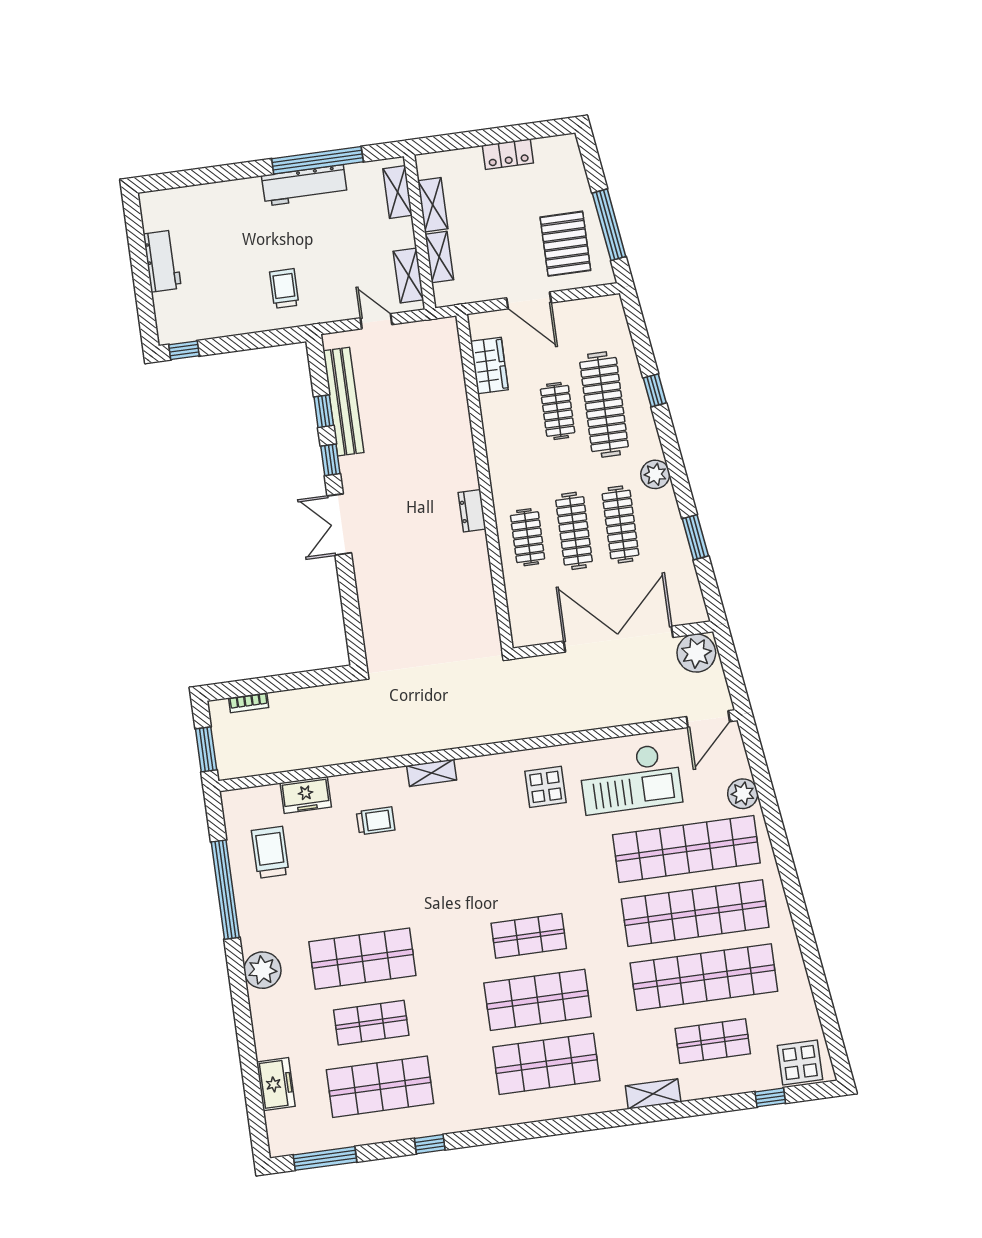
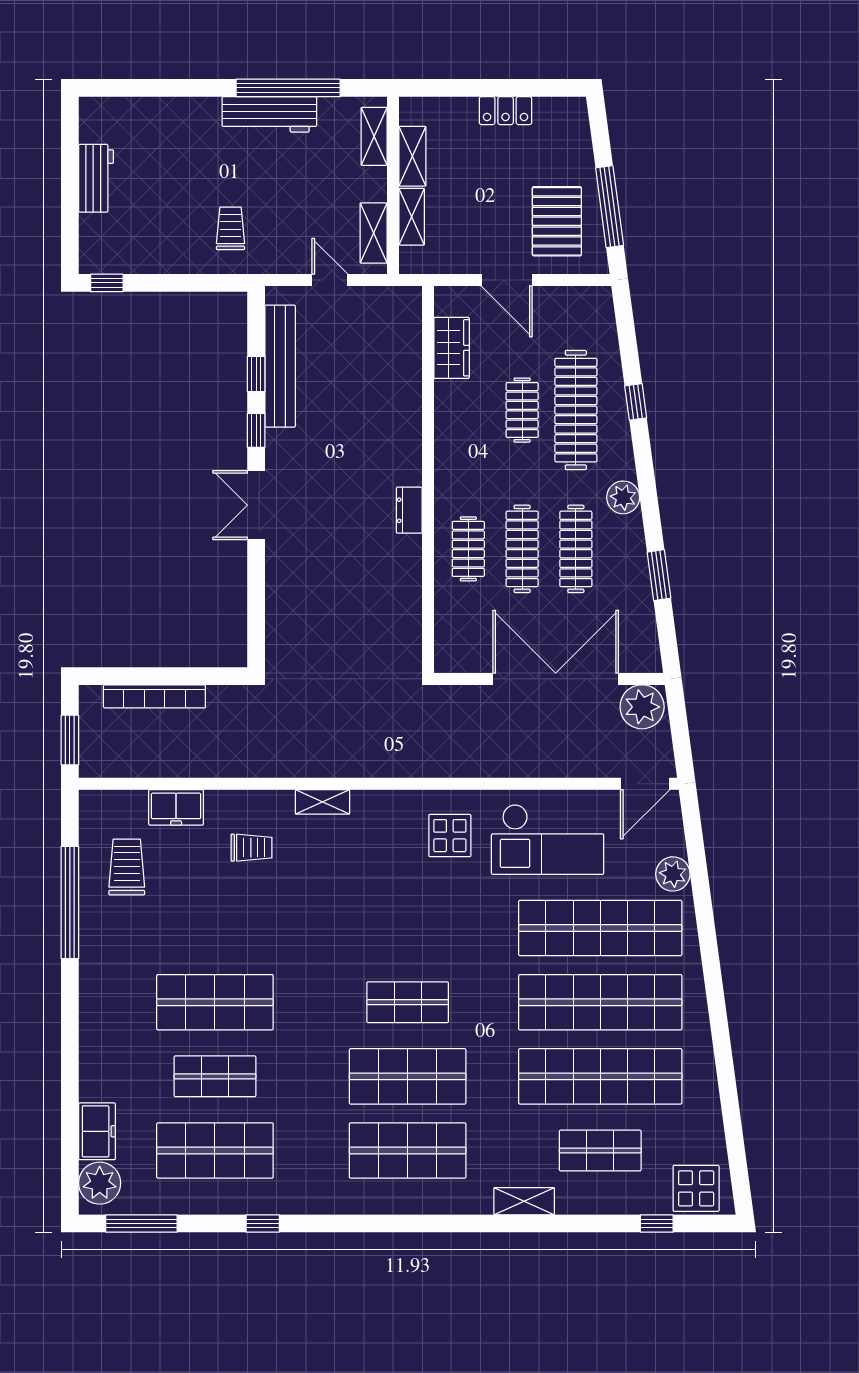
bookcase: (249, 703) -> (154, 696), width x2.31, depth x1.31
plant: (262, 970) -> (100, 1183), moved

